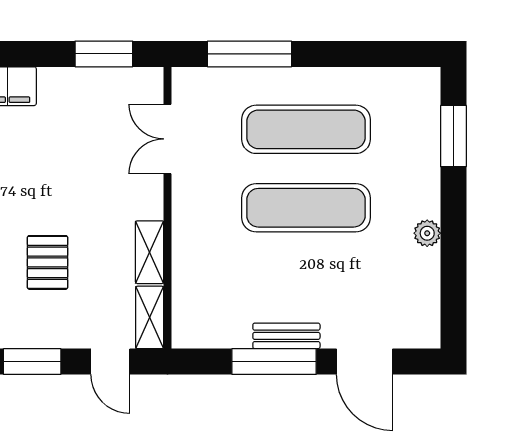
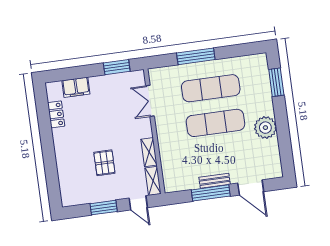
window: (249, 54) -> (196, 56), moved
plant: (427, 233) -> (265, 128), width x1.88, depth x1.88

